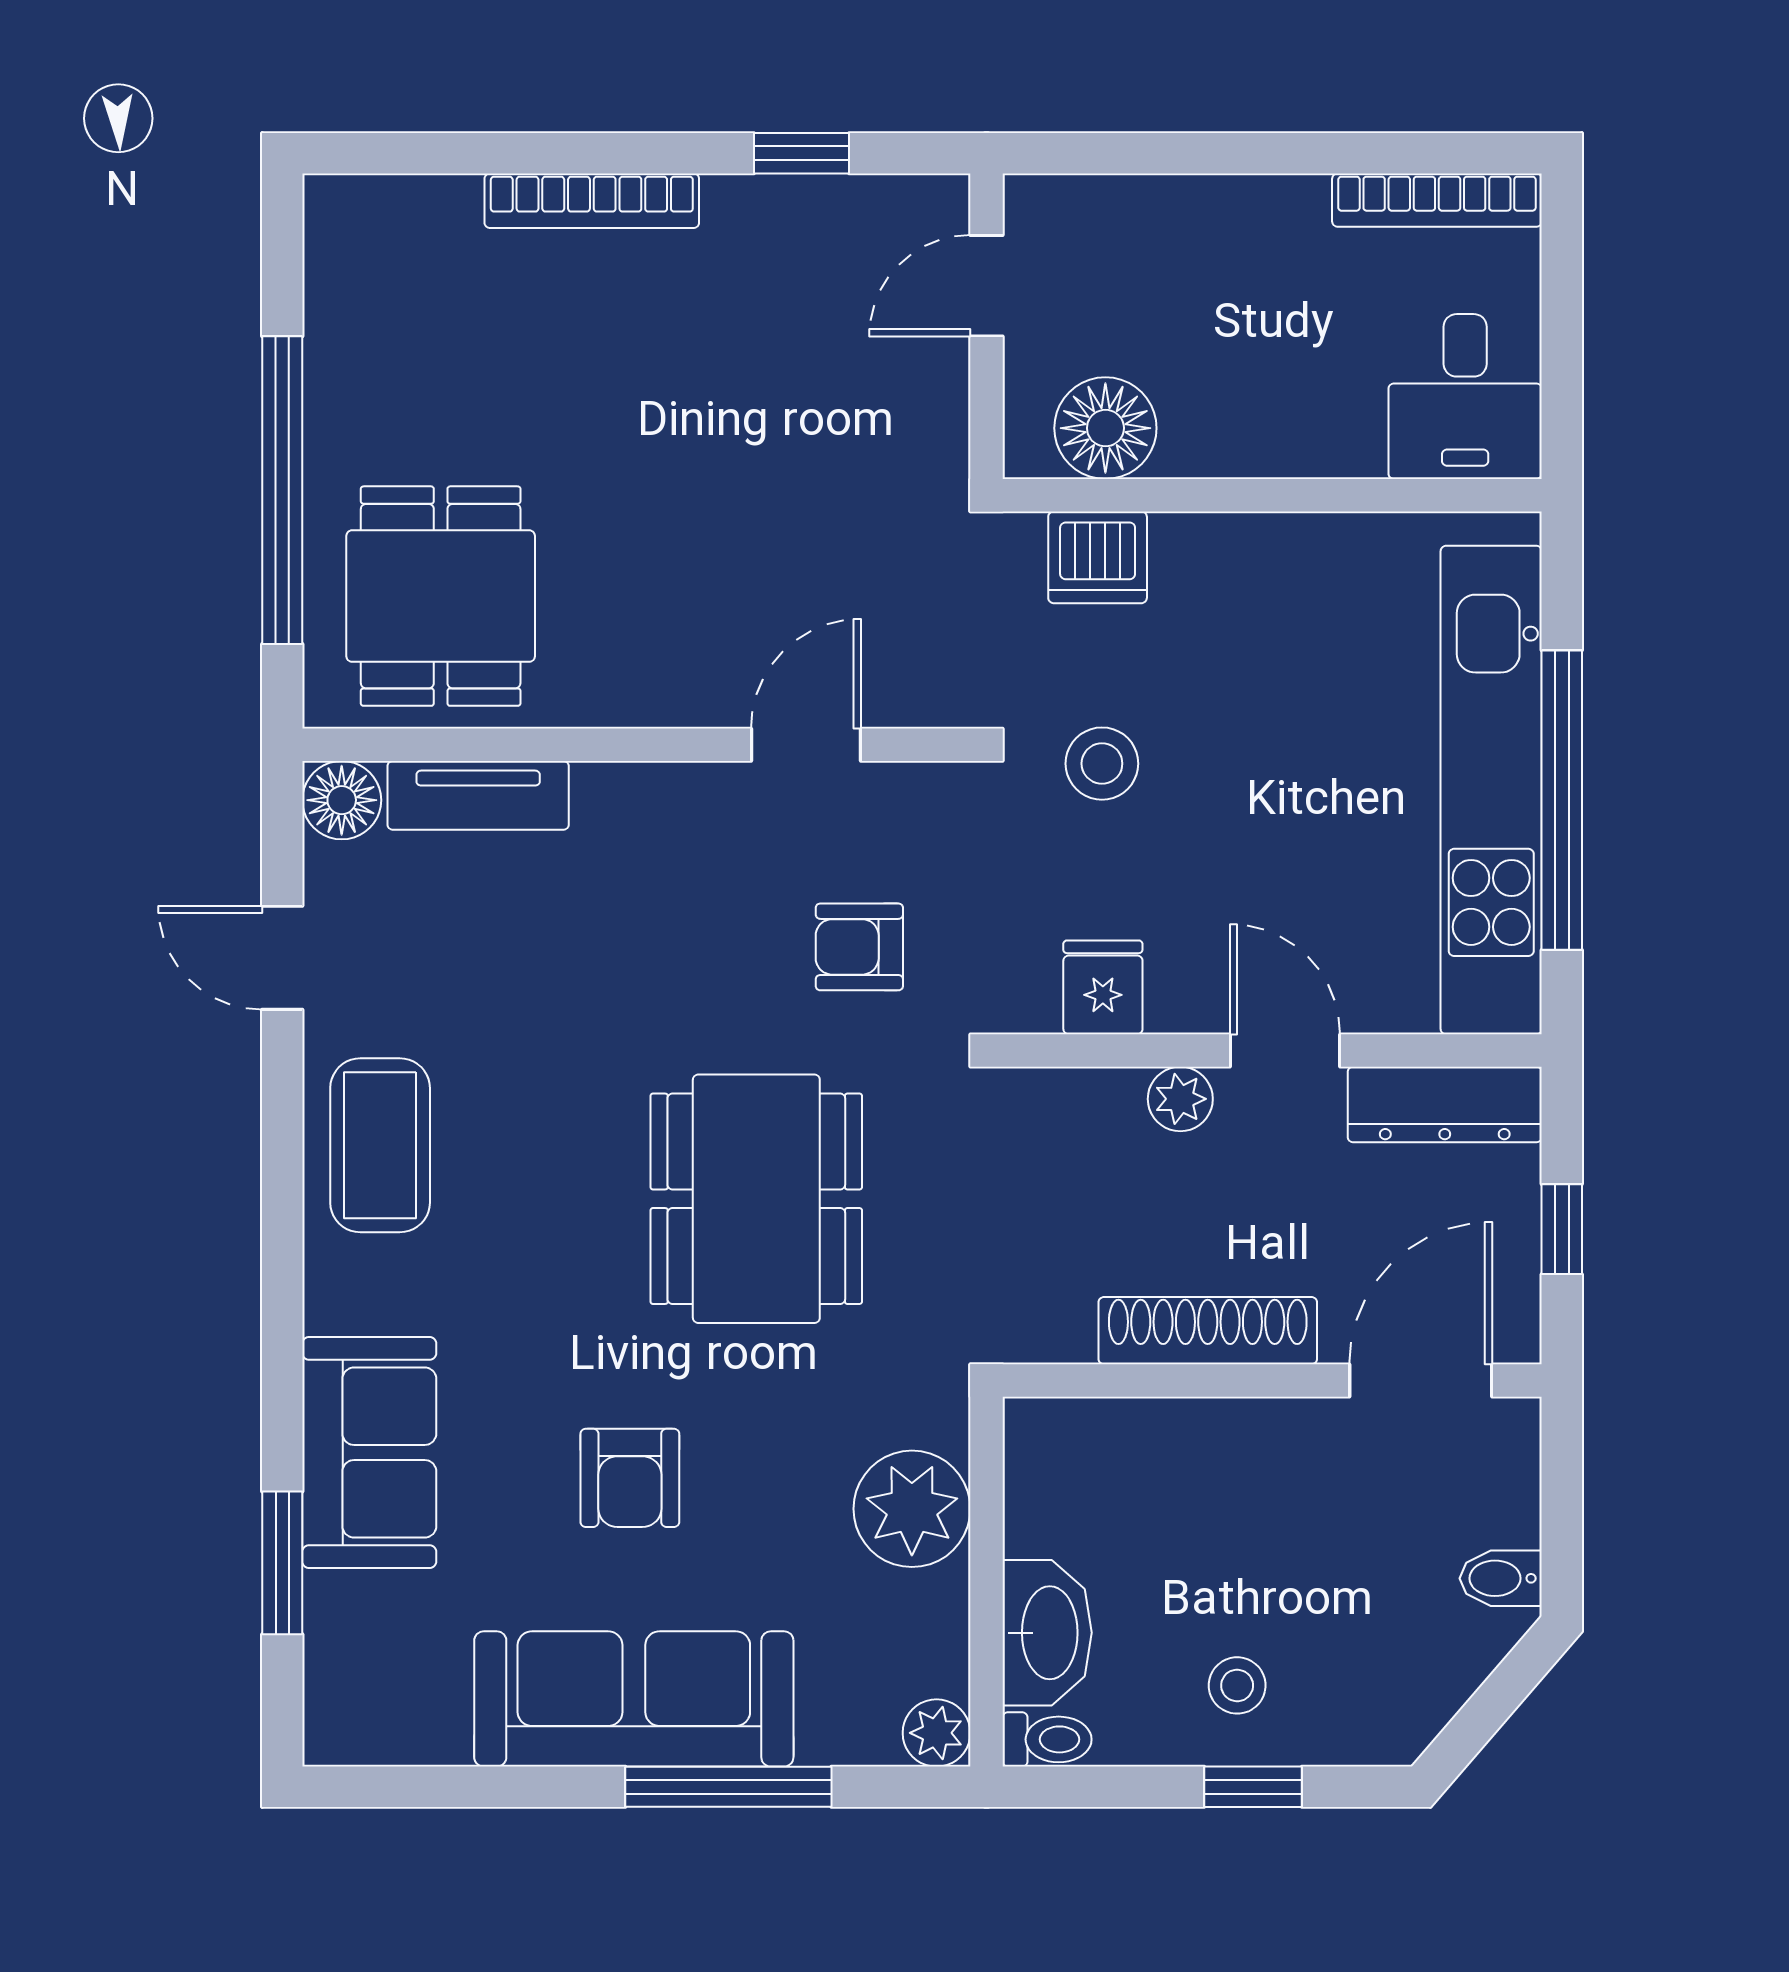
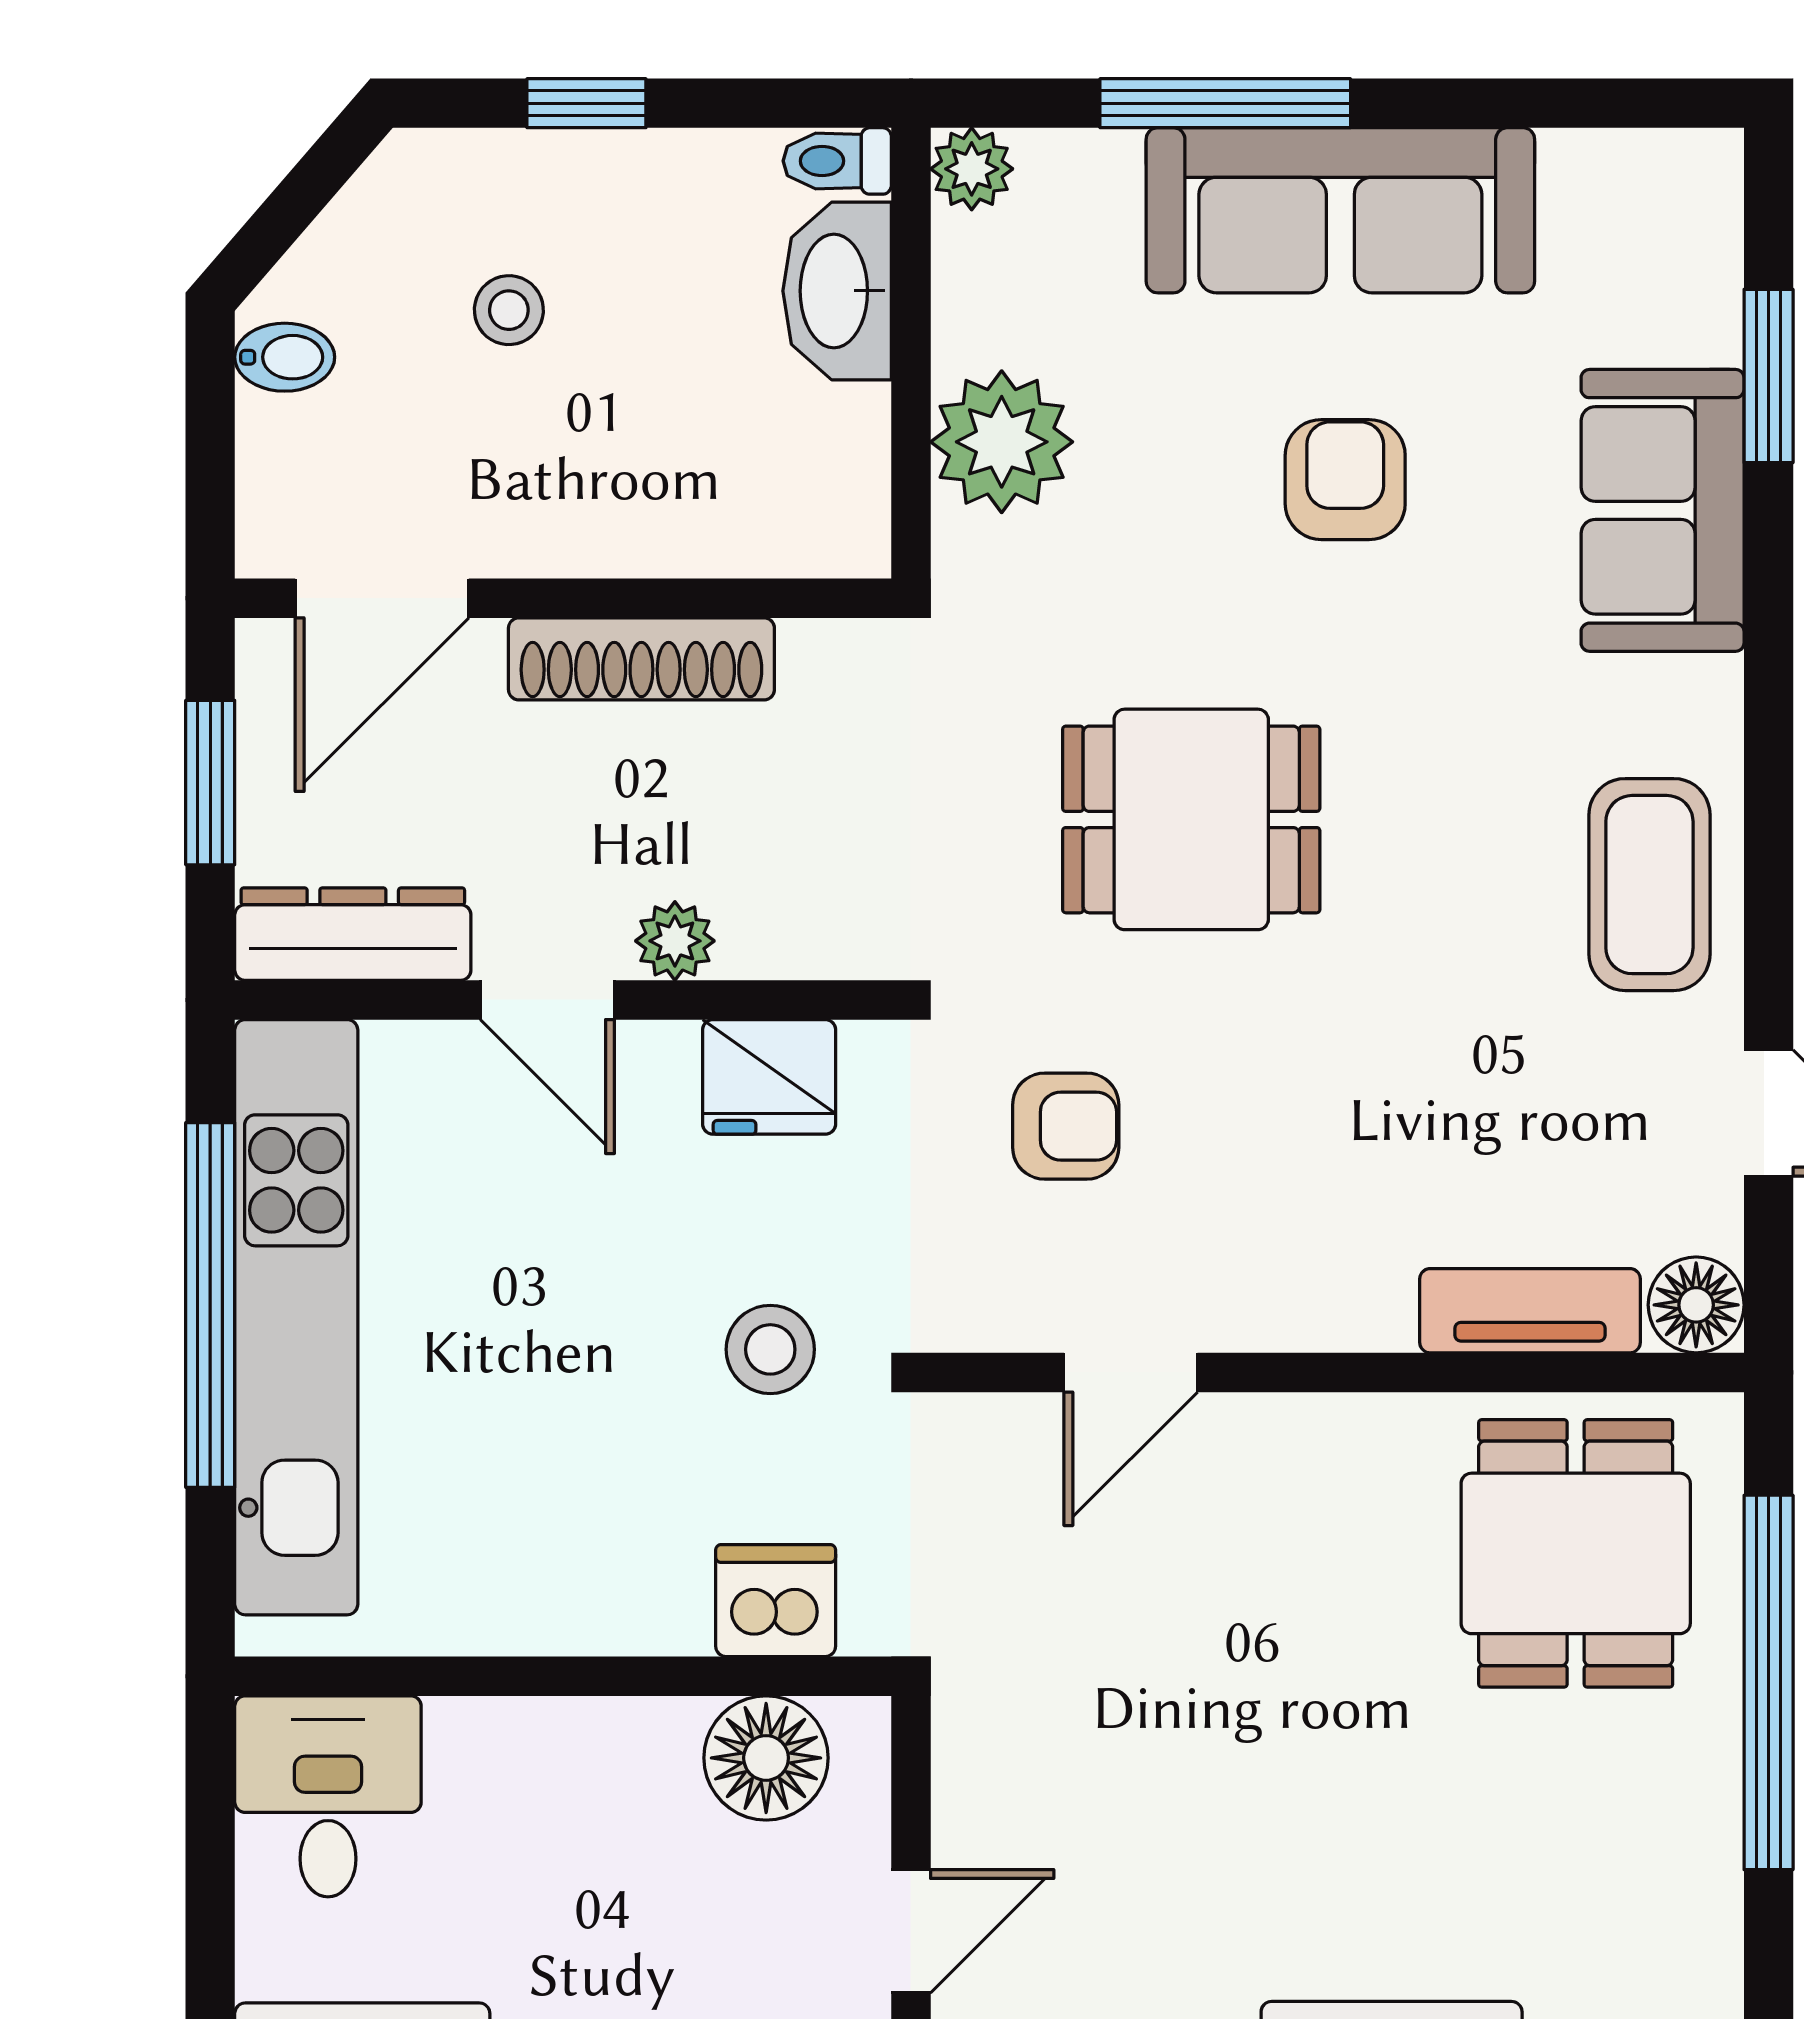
fridge: (1103, 987) -> (769, 1077), width x1.38
dining table: (756, 1199) -> (1191, 819), width x0.73
window: (1562, 1229) -> (210, 783), width x1.50
stool: (1237, 1685) -> (509, 310), moved

